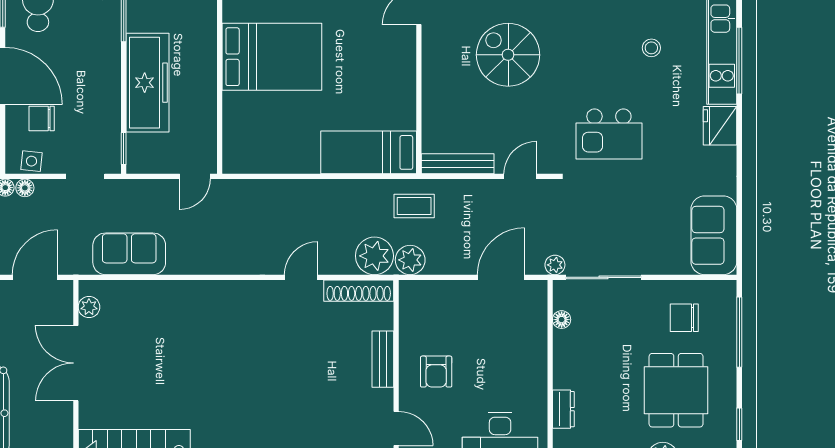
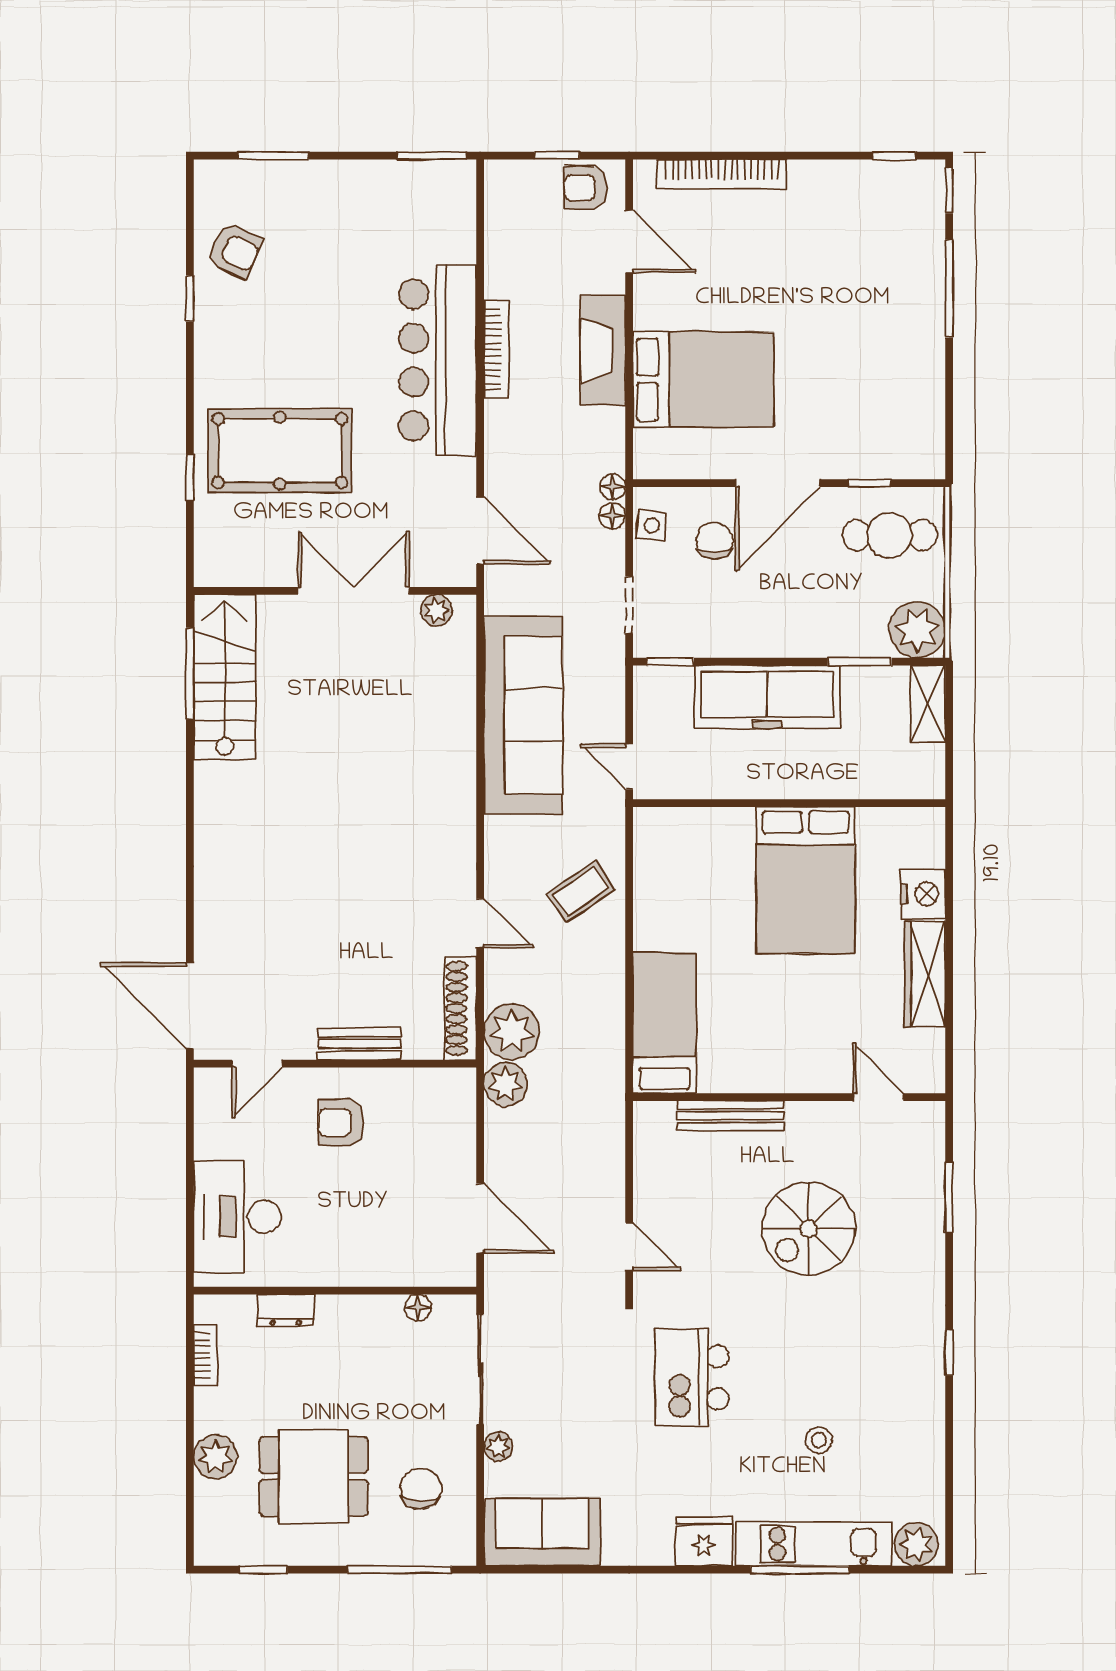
spiral stairs: (508, 55) -> (808, 1229), turned 180
bench: (458, 164) -> (731, 1116), moved, turned 90
coffee table: (414, 206) -> (581, 891), moved, turned 55
sofa: (129, 254) -> (523, 715), width x1.85, depth x1.27
plant: (555, 265) -> (498, 1447), moved

